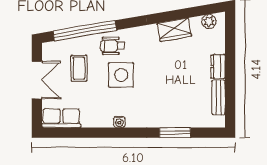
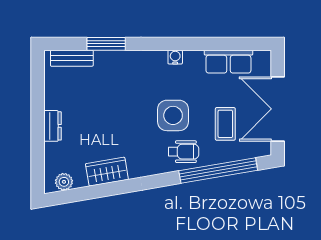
double door: (37, 80) -> (278, 109), width x1.37
bench: (218, 97) -> (72, 58), moved, turned 90
row of seats: (61, 118) -> (228, 62), moved

